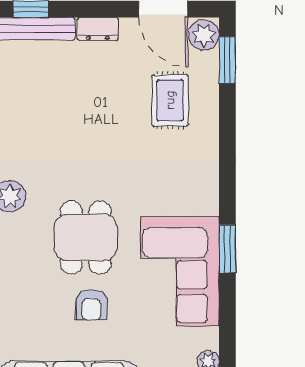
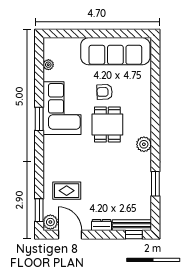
rug: (170, 100) -> (67, 191), turned 90
armchair: (91, 305) -> (105, 92), turned -92

